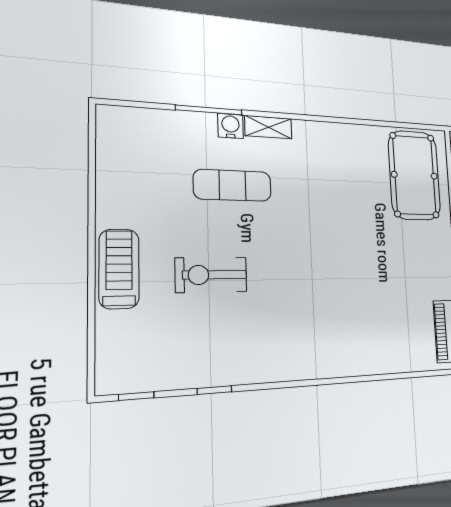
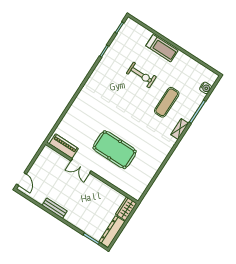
water cooler: (231, 126) -> (206, 88), moved
pool table: (414, 175) -> (115, 150), moved
exercise bike: (211, 275) -> (141, 75), turned 90

